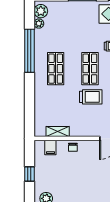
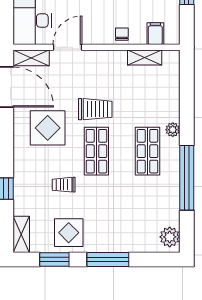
plant: (39, 24) -> (173, 130), moved
trolley: (91, 97) -> (95, 109), turned 180

